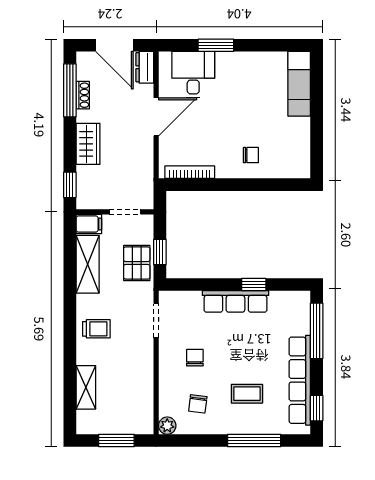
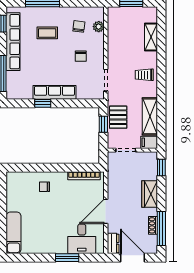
plant: (167, 426) -> (99, 27), moved

